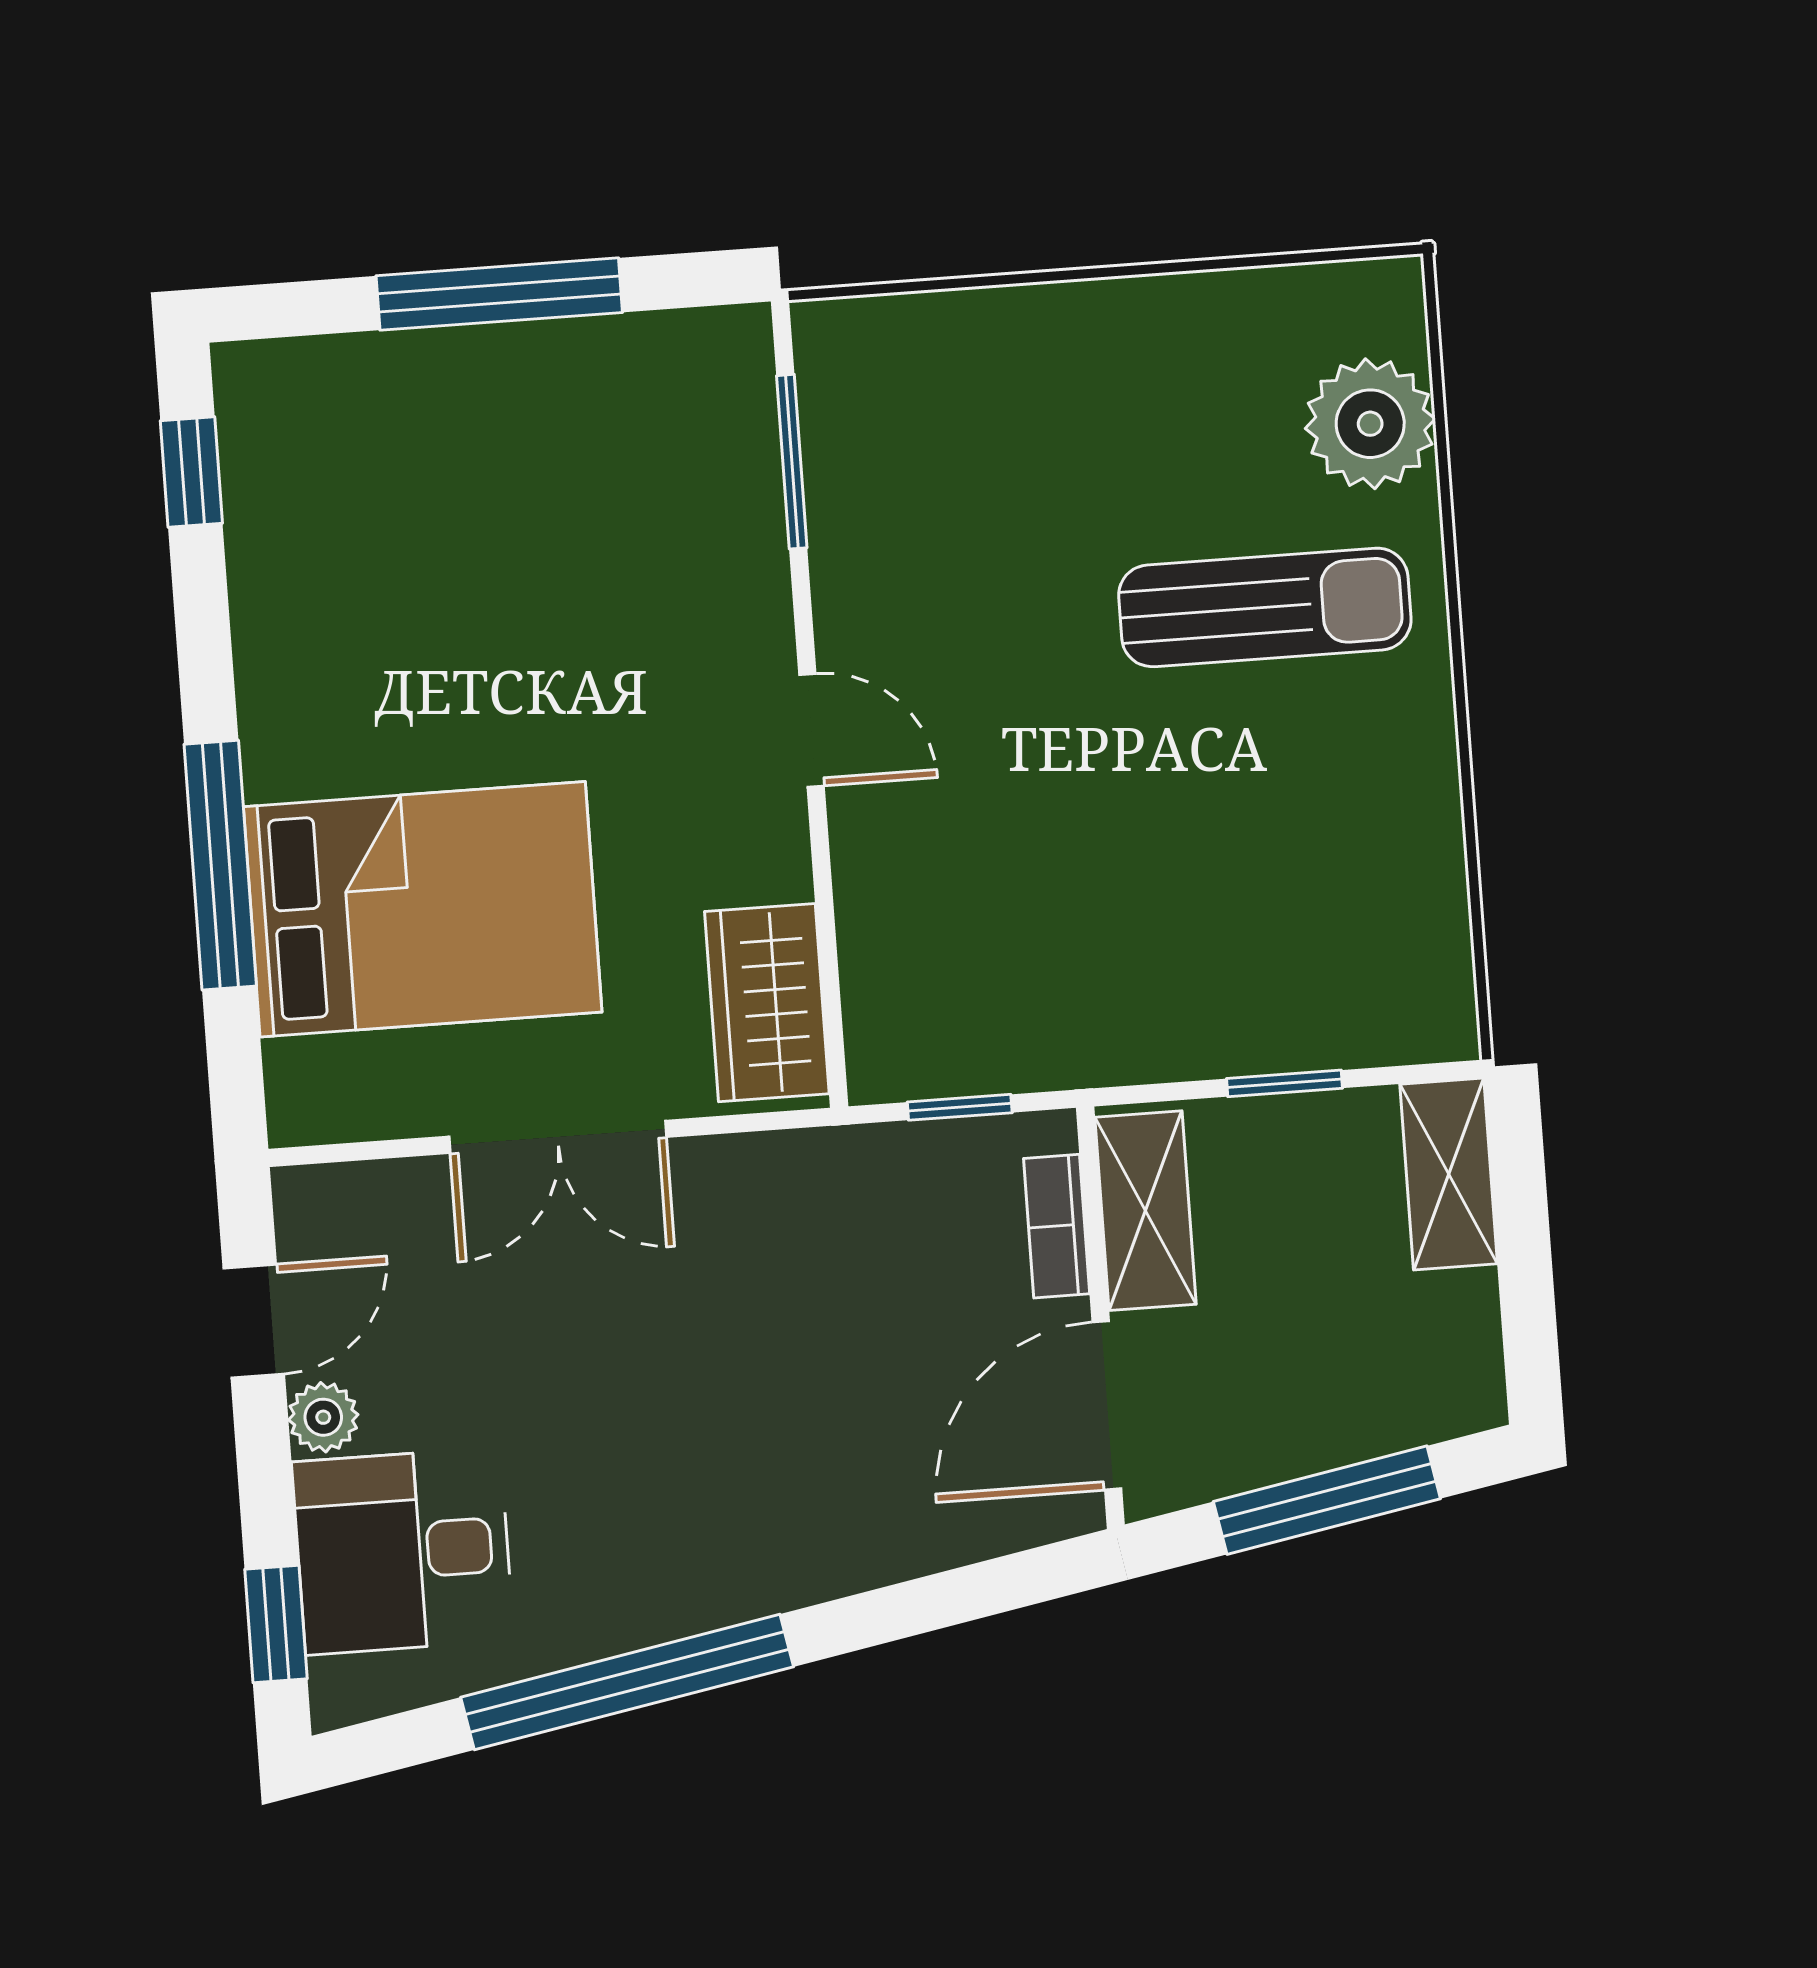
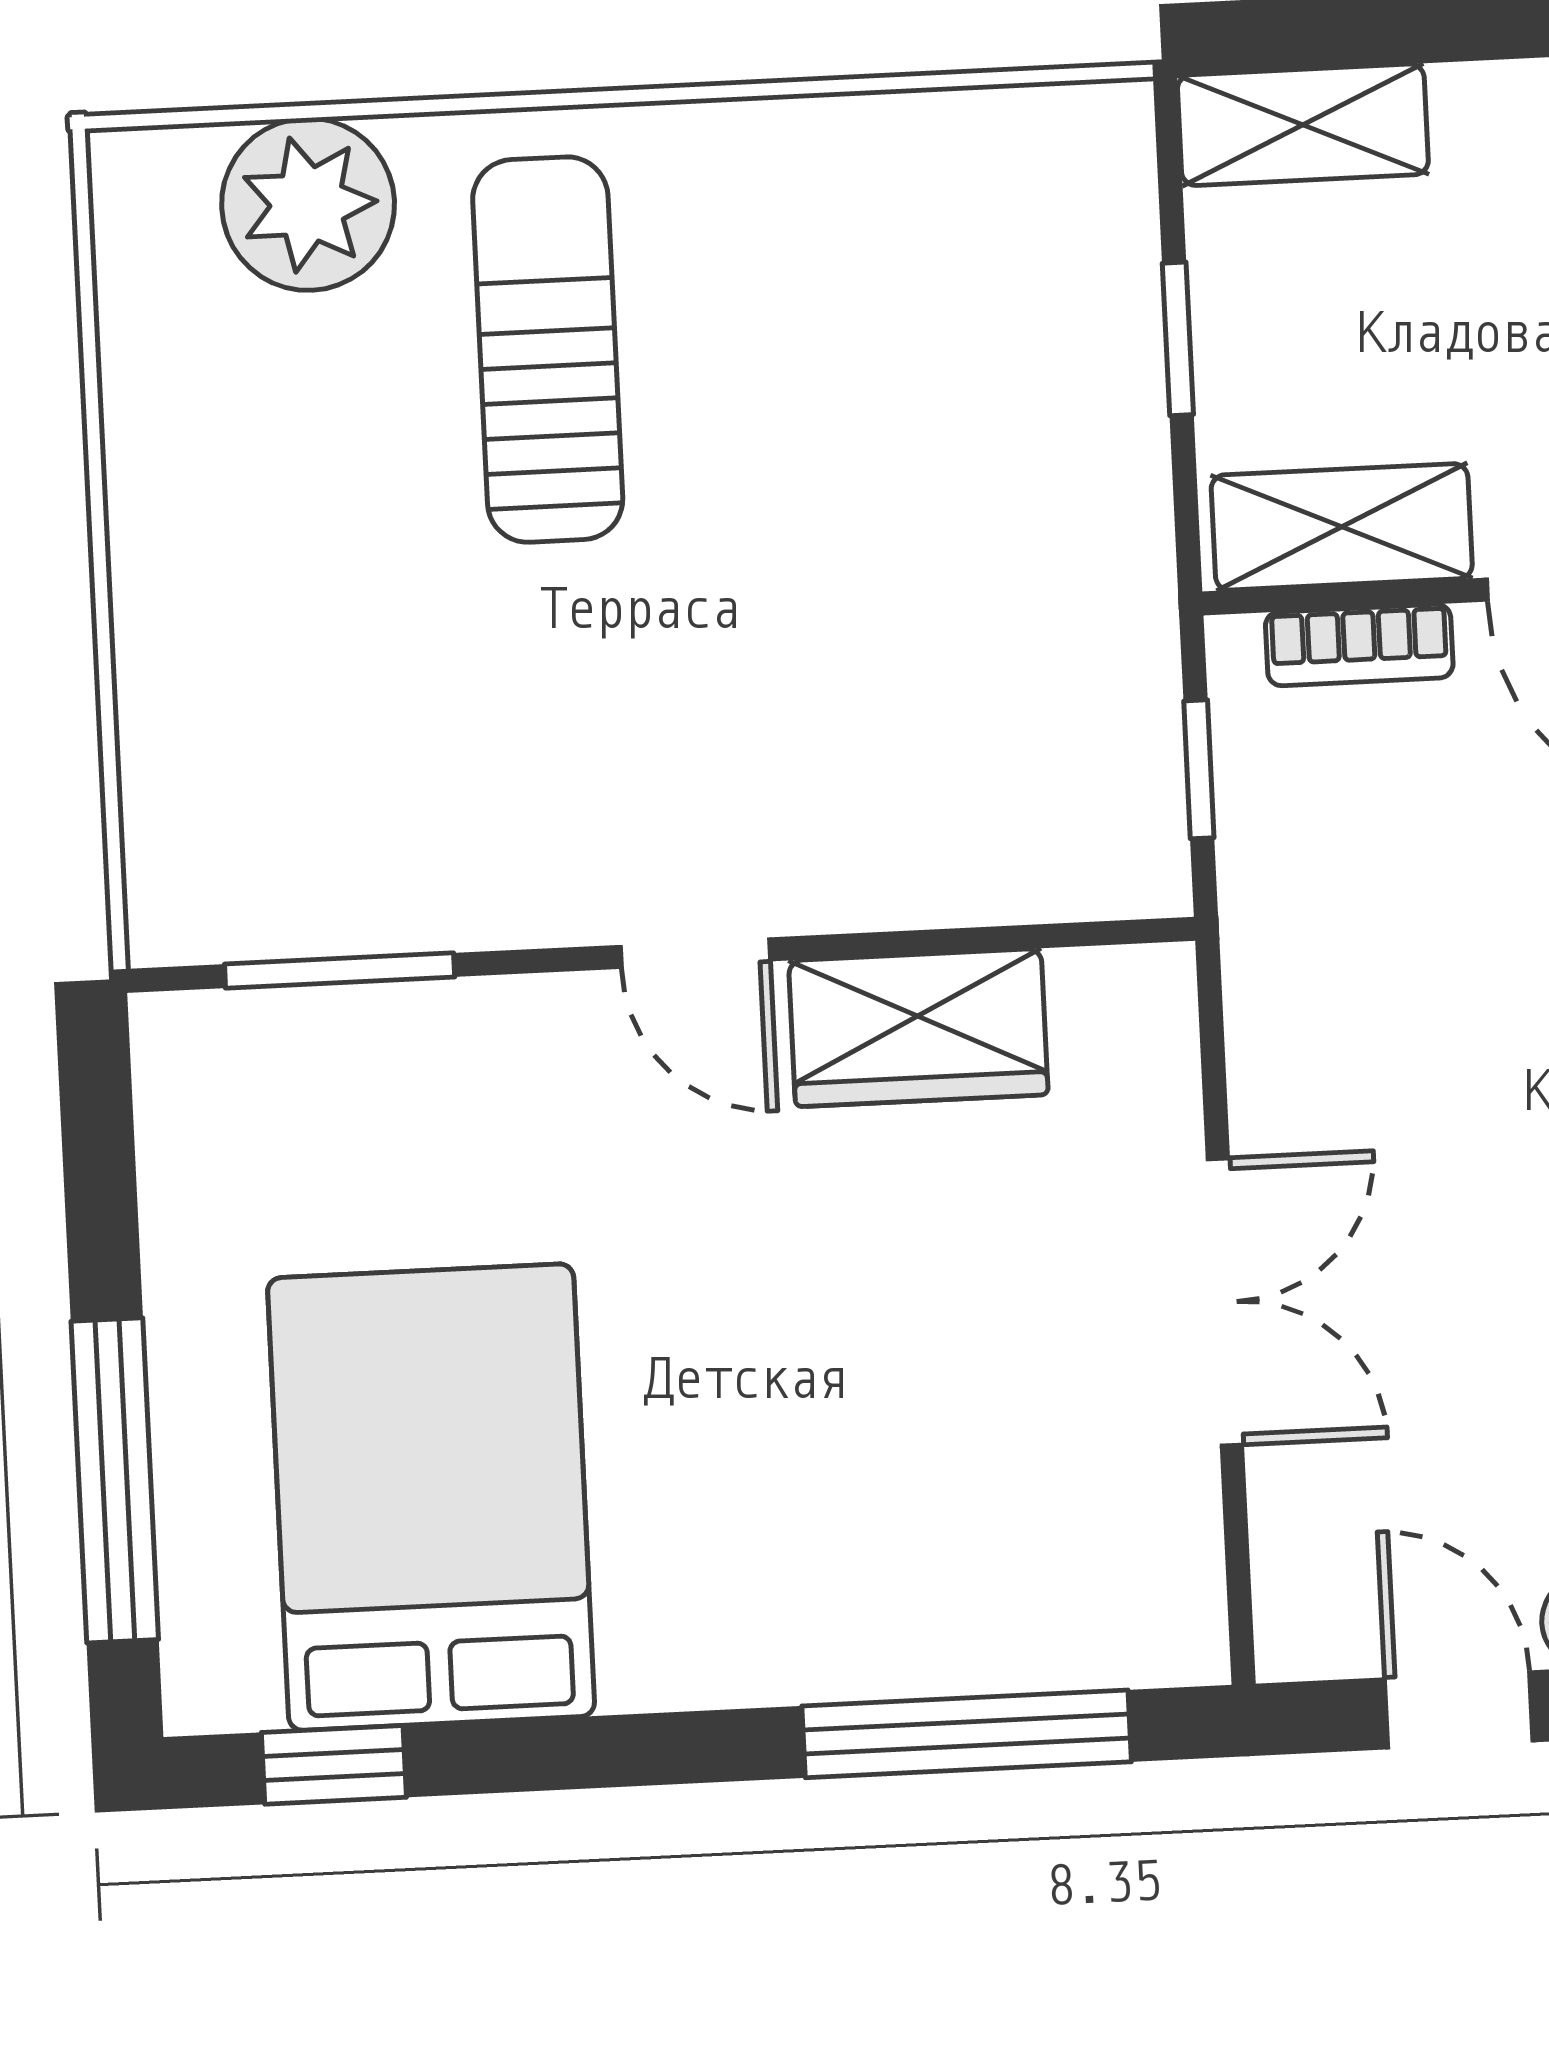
window: (499, 294) -> (115, 1480), moved
door: (811, 730) -> (695, 953), swing flipped
window: (220, 865) -> (967, 1734), moved
bed: (423, 909) -> (431, 1497), moved
wardrobe: (767, 1003) -> (918, 1028), moved

